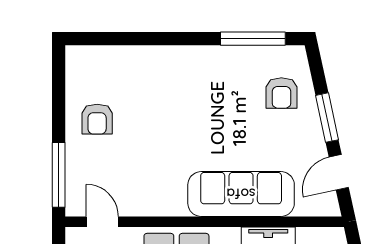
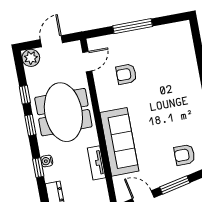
armchair: (97, 119) -> (126, 74), moved
window: (59, 175) -> (133, 26), moved

